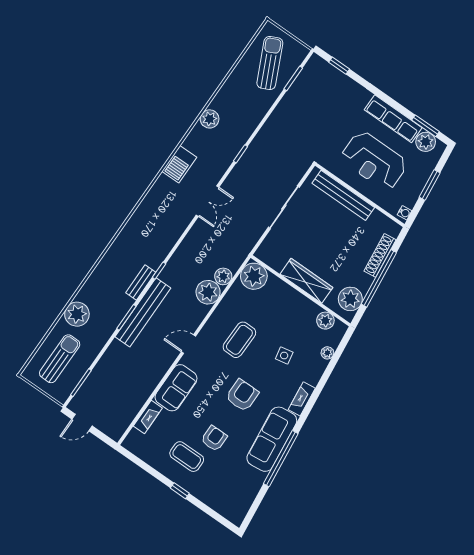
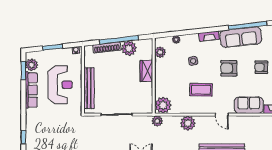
plant: (223, 276) -> (157, 121), moved
wardrobe: (306, 281) -> (146, 71), width x0.67
plant: (350, 299) -> (129, 48), moved

